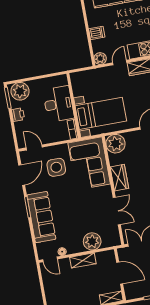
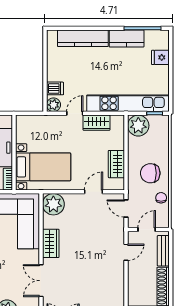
dishwasher: (97, 33) -> (55, 88), moved
double door: (117, 211) -> (41, 281), swing flipped

